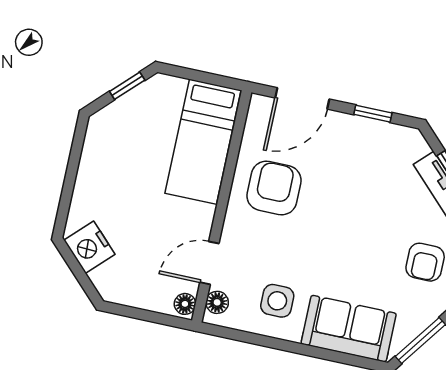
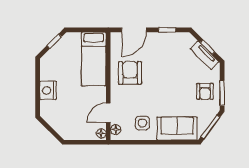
nightstand: (89, 247) -> (48, 90), moved, turned 45

